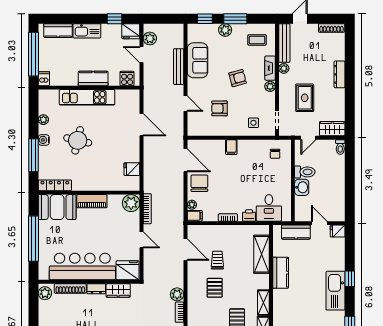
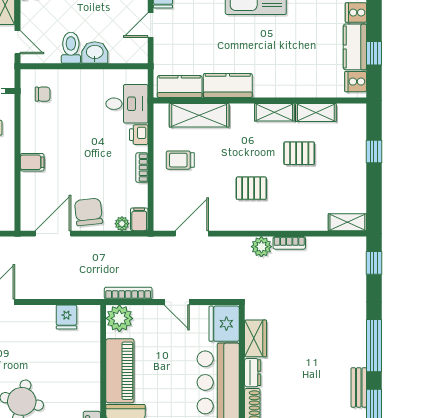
chair: (199, 183) -> (89, 212), turned 84
piano: (92, 201) -> (120, 371), width x1.37, depth x1.33
kitchen counter: (296, 232) -> (180, 87), moved, turned -90
door: (142, 240) -> (177, 302), swing flipped
trolley: (217, 260) -> (180, 160), moved

